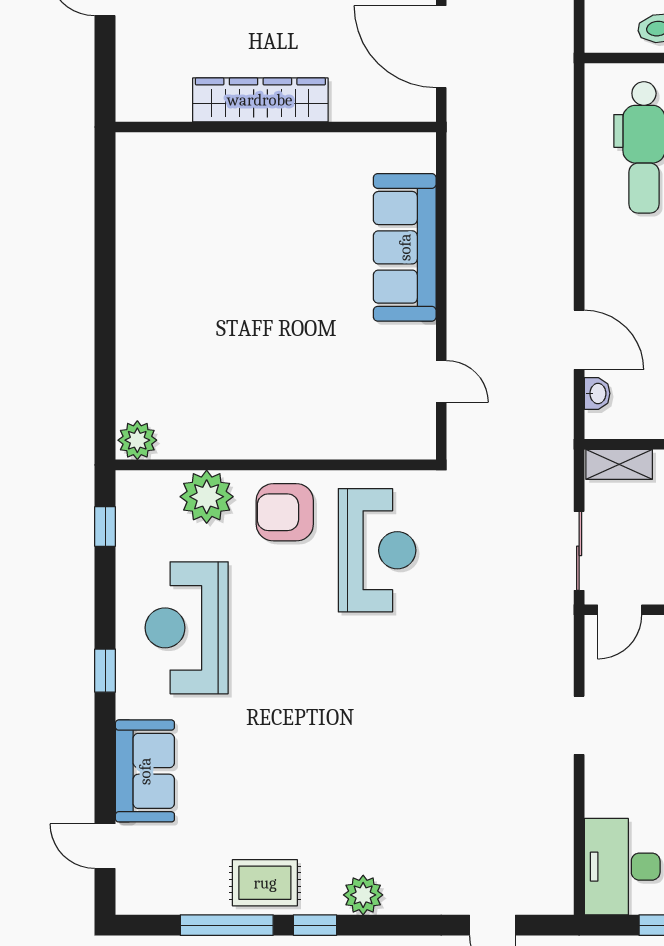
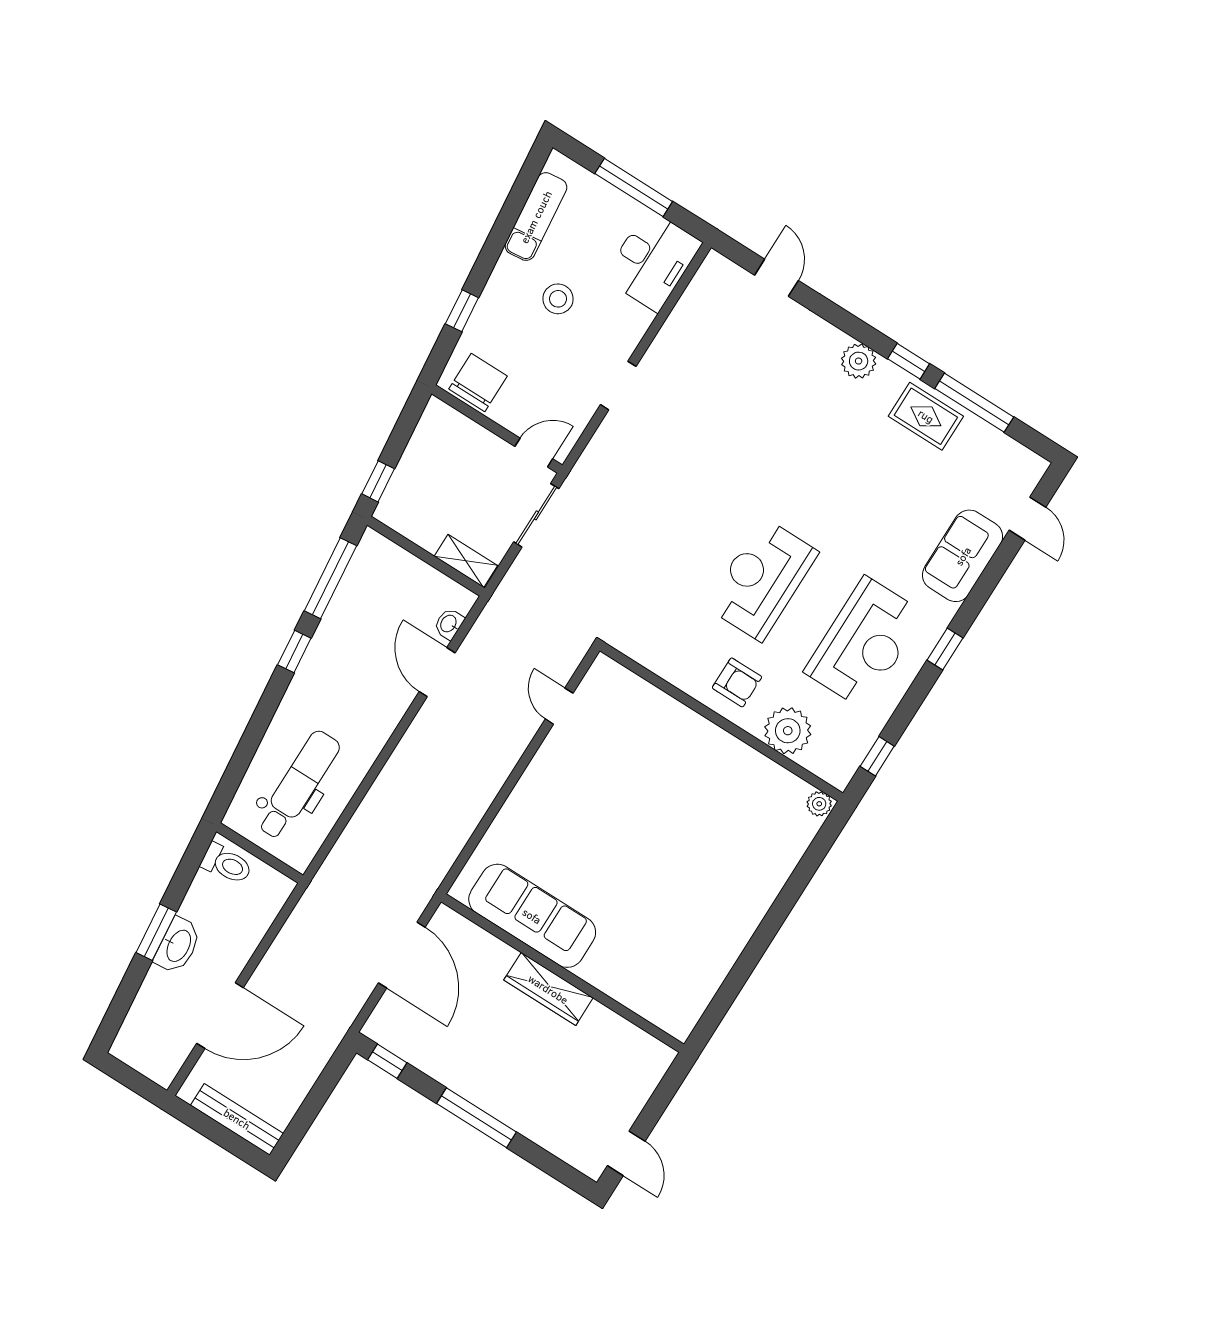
wardrobe: (260, 100) -> (548, 989), width x0.71, depth x0.85
sofa: (405, 247) -> (532, 916), moved, turned -90
plant: (137, 440) -> (819, 804), width x0.73, depth x0.73
armchair: (285, 512) -> (737, 682), width x0.72, depth x0.72
reception desk: (377, 550) -> (762, 579), moved

